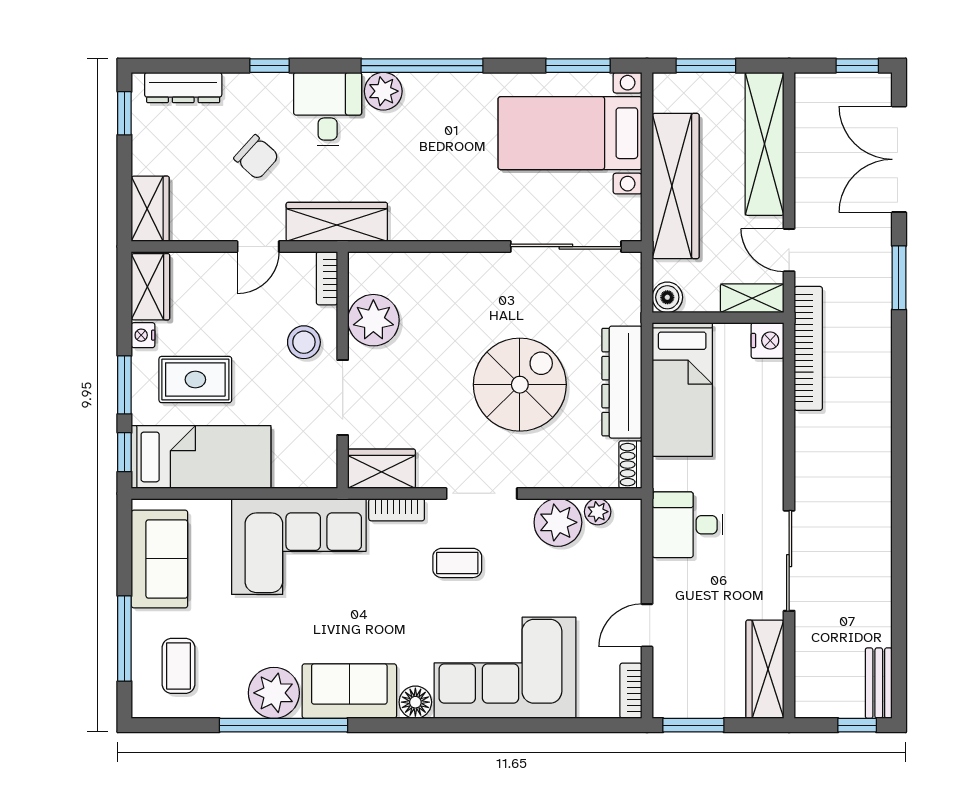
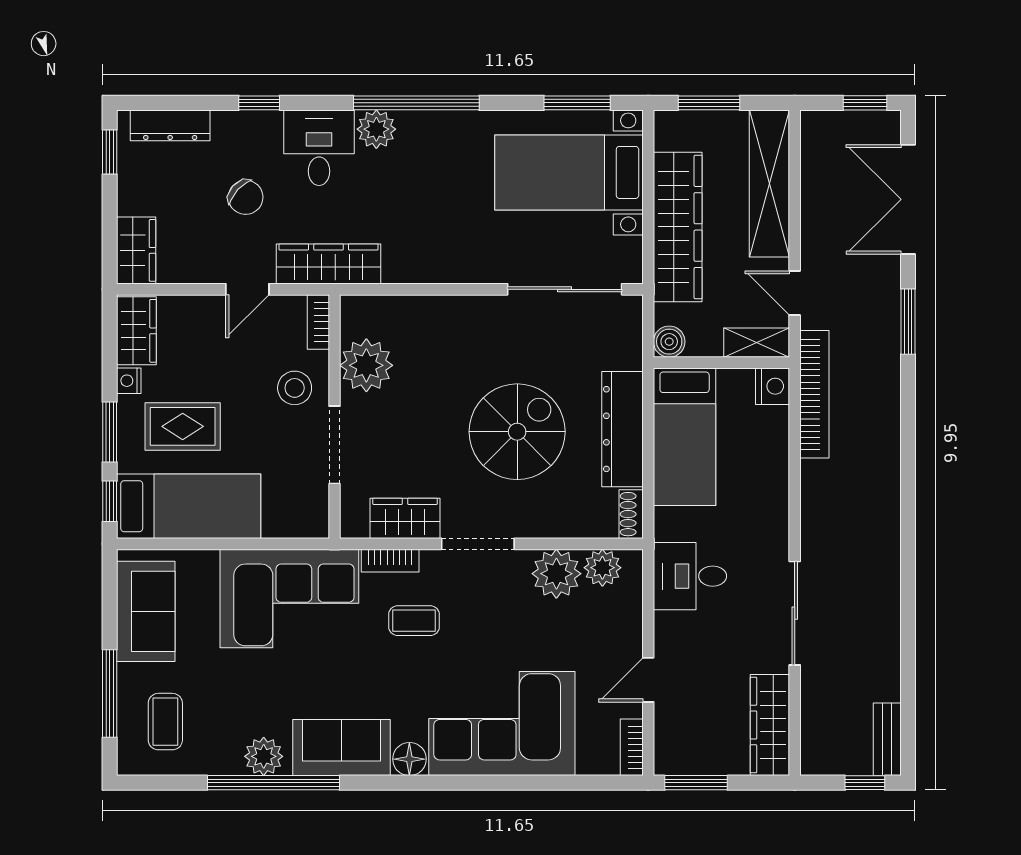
wardrobe: (382, 469) -> (405, 518), moved
plant: (598, 512) -> (602, 568), width x1.38, depth x1.38
coffee table: (457, 563) -> (414, 621), moved
plant: (274, 693) -> (264, 756), width x0.73, depth x0.73

